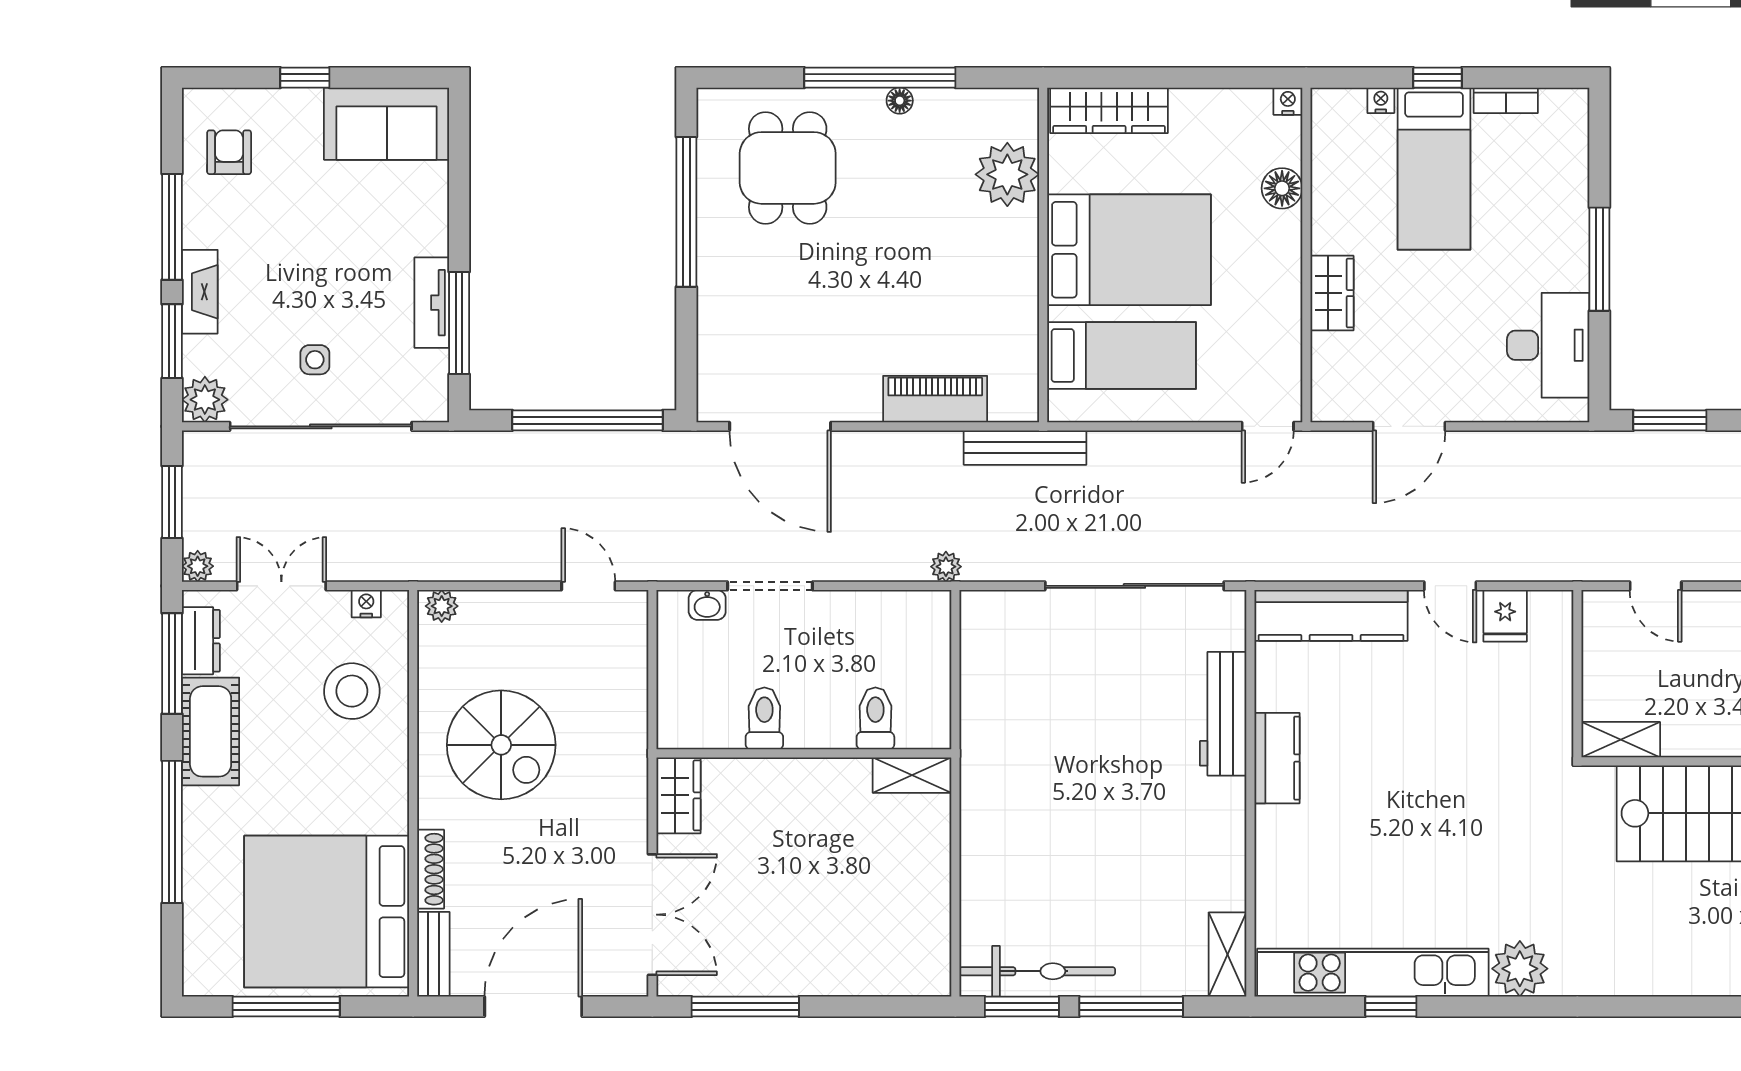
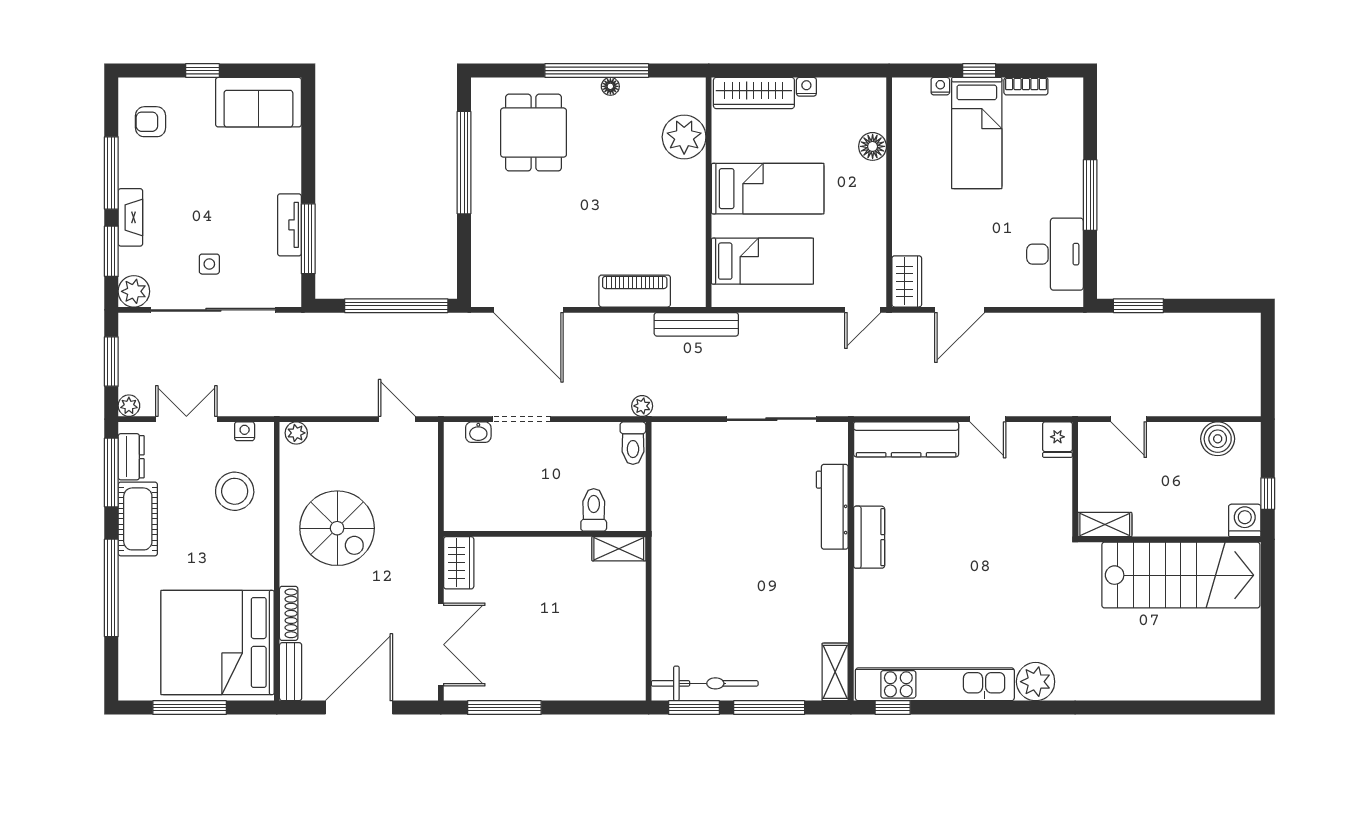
nightstand: (1288, 101) -> (806, 87), moved
armchair: (229, 152) -> (150, 122), turned -90
bed: (1129, 250) -> (768, 189), width x0.67
wardrobe: (1332, 293) -> (907, 281), moved
sliding door: (1134, 586) -> (771, 419), width x0.73
fridge: (1505, 616) -> (1057, 440), moved
toilet: (764, 718) -> (633, 443), moved, turned 180
window: (1391, 1007) -> (893, 708), moved

